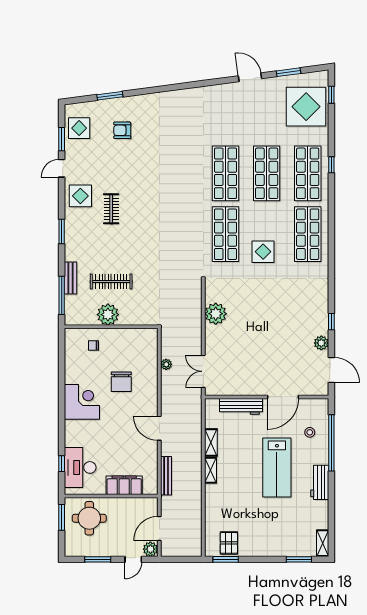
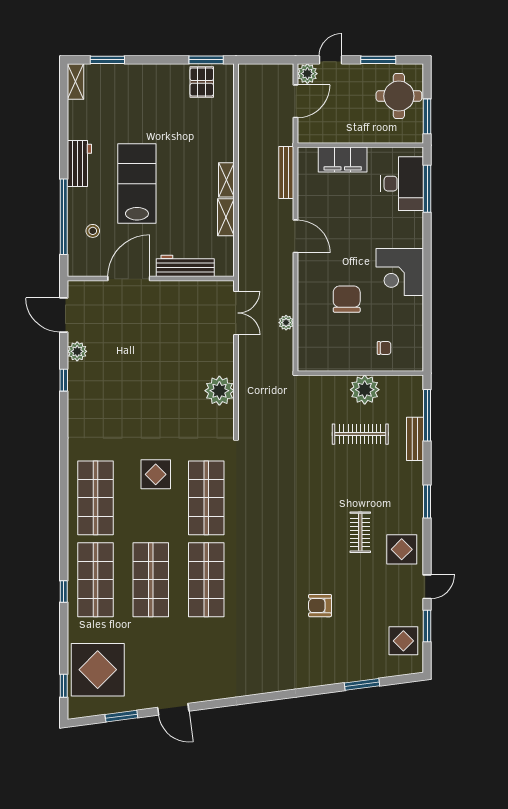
armchair: (122, 130) -> (320, 606), moved, turned 180
window: (62, 464) -> (427, 189), width x2.17
round table: (89, 518) -> (399, 96), moved

